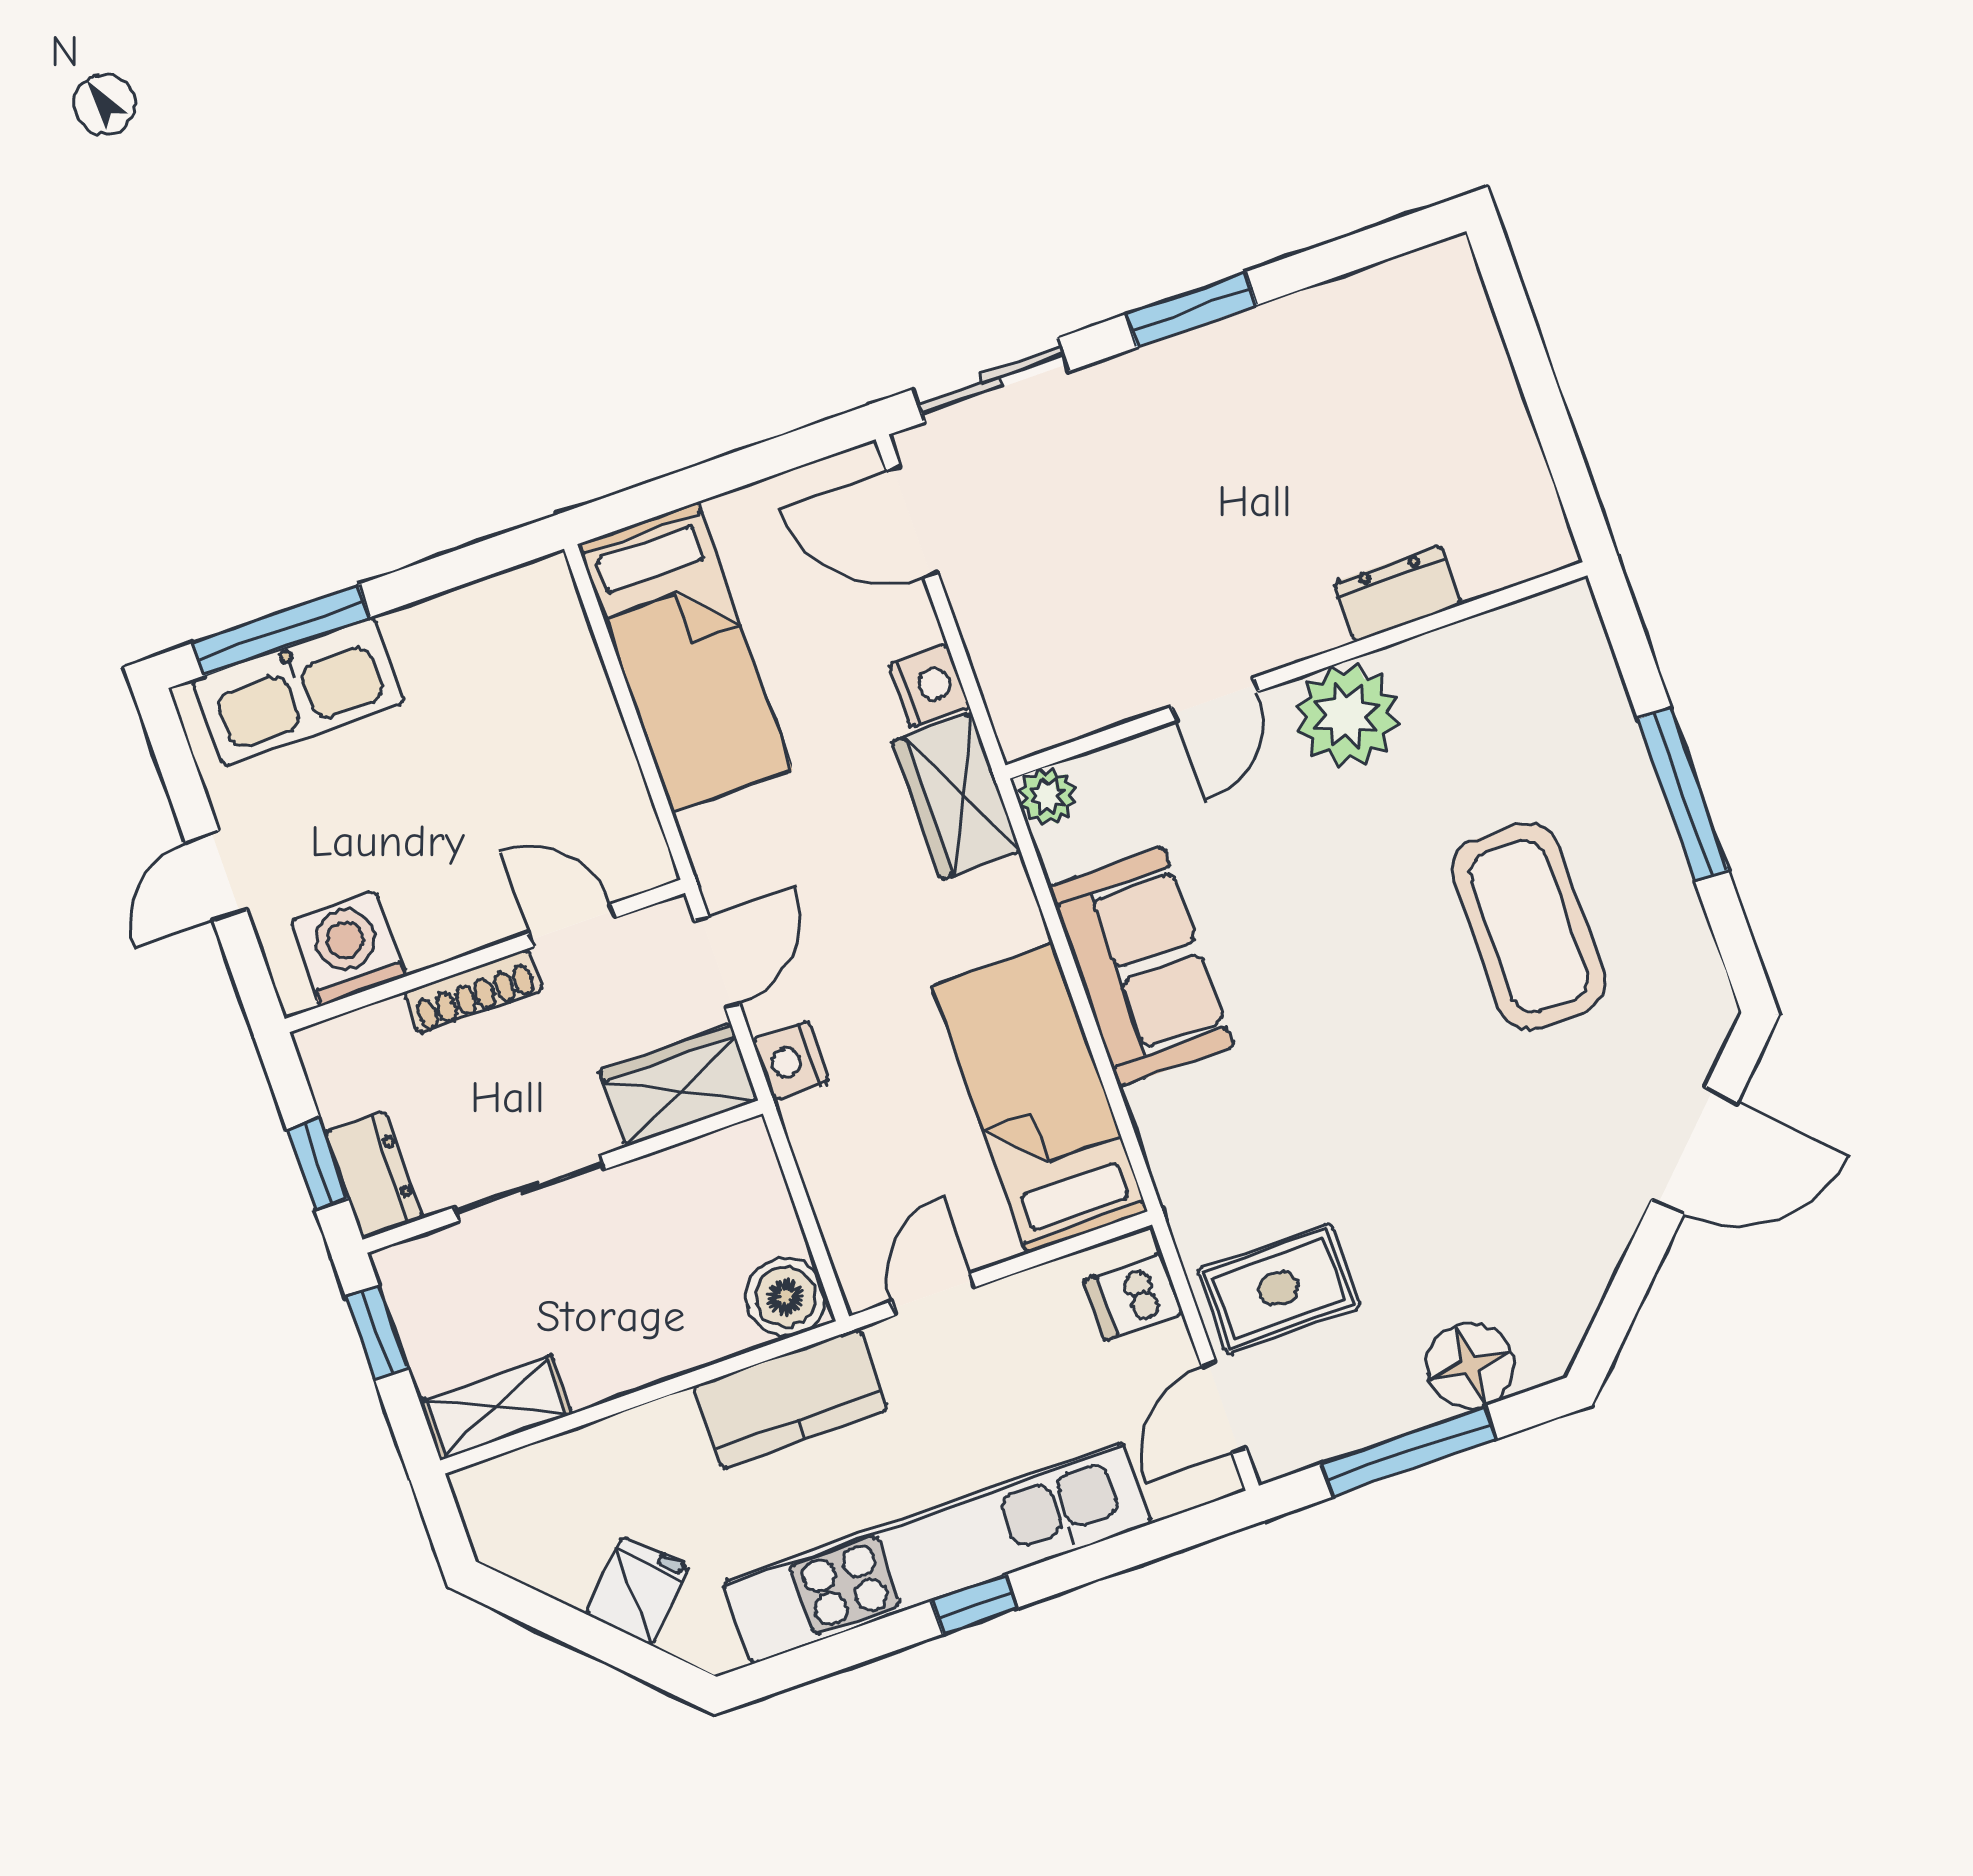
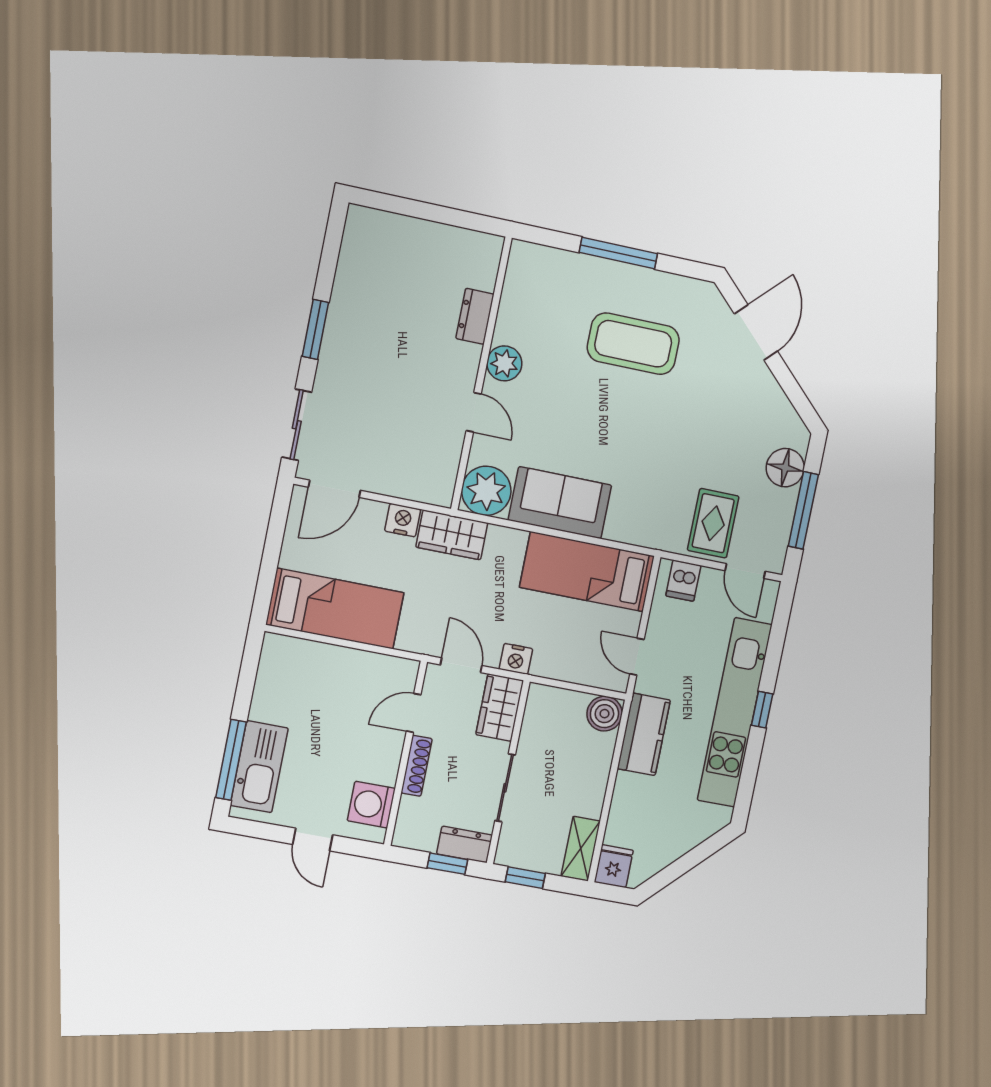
plant: (1347, 716) -> (504, 363), width x0.73, depth x0.73
plant: (1047, 796) -> (486, 491), width x1.88, depth x1.88
fridge: (637, 1590) -> (614, 866), moved, turned 45

